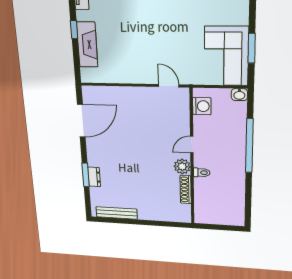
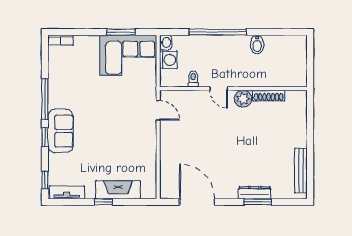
door: (169, 86) -> (158, 110), swing flipped
washing machine: (202, 106) -> (168, 60), moved, turned 90
toilet: (202, 173) -> (193, 79), moved
dresser: (94, 177) -> (255, 193), width x1.44
bidet: (236, 182) -> (257, 44), added

